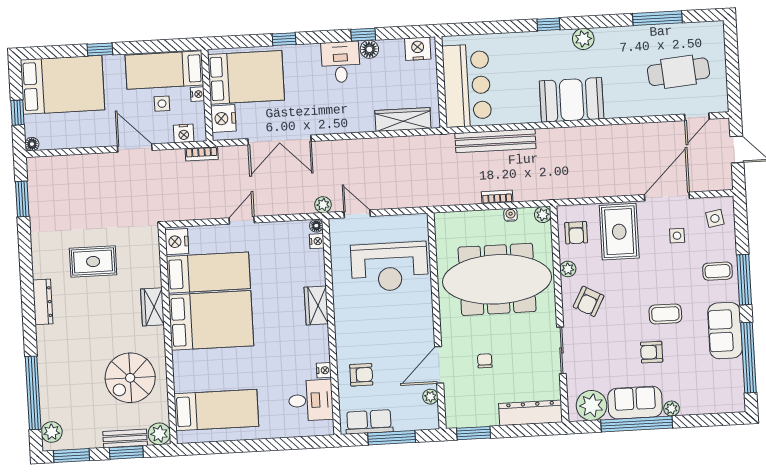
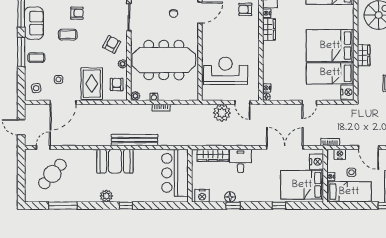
desk: (341, 62) -> (241, 161), moved, turned 180
cafe table: (678, 72) -> (52, 174), turned -44
bench: (495, 141) -> (135, 140), moved
plant: (323, 205) -> (222, 113), moved, width x1.87, depth x1.87
wardrobe: (316, 305) -> (269, 29), moved

